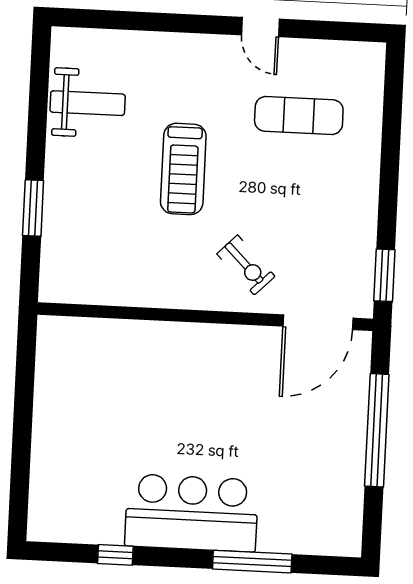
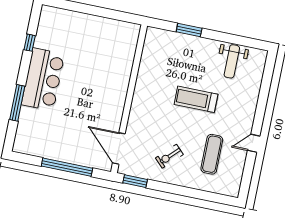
exercise bike: (246, 265) -> (169, 156), moved

